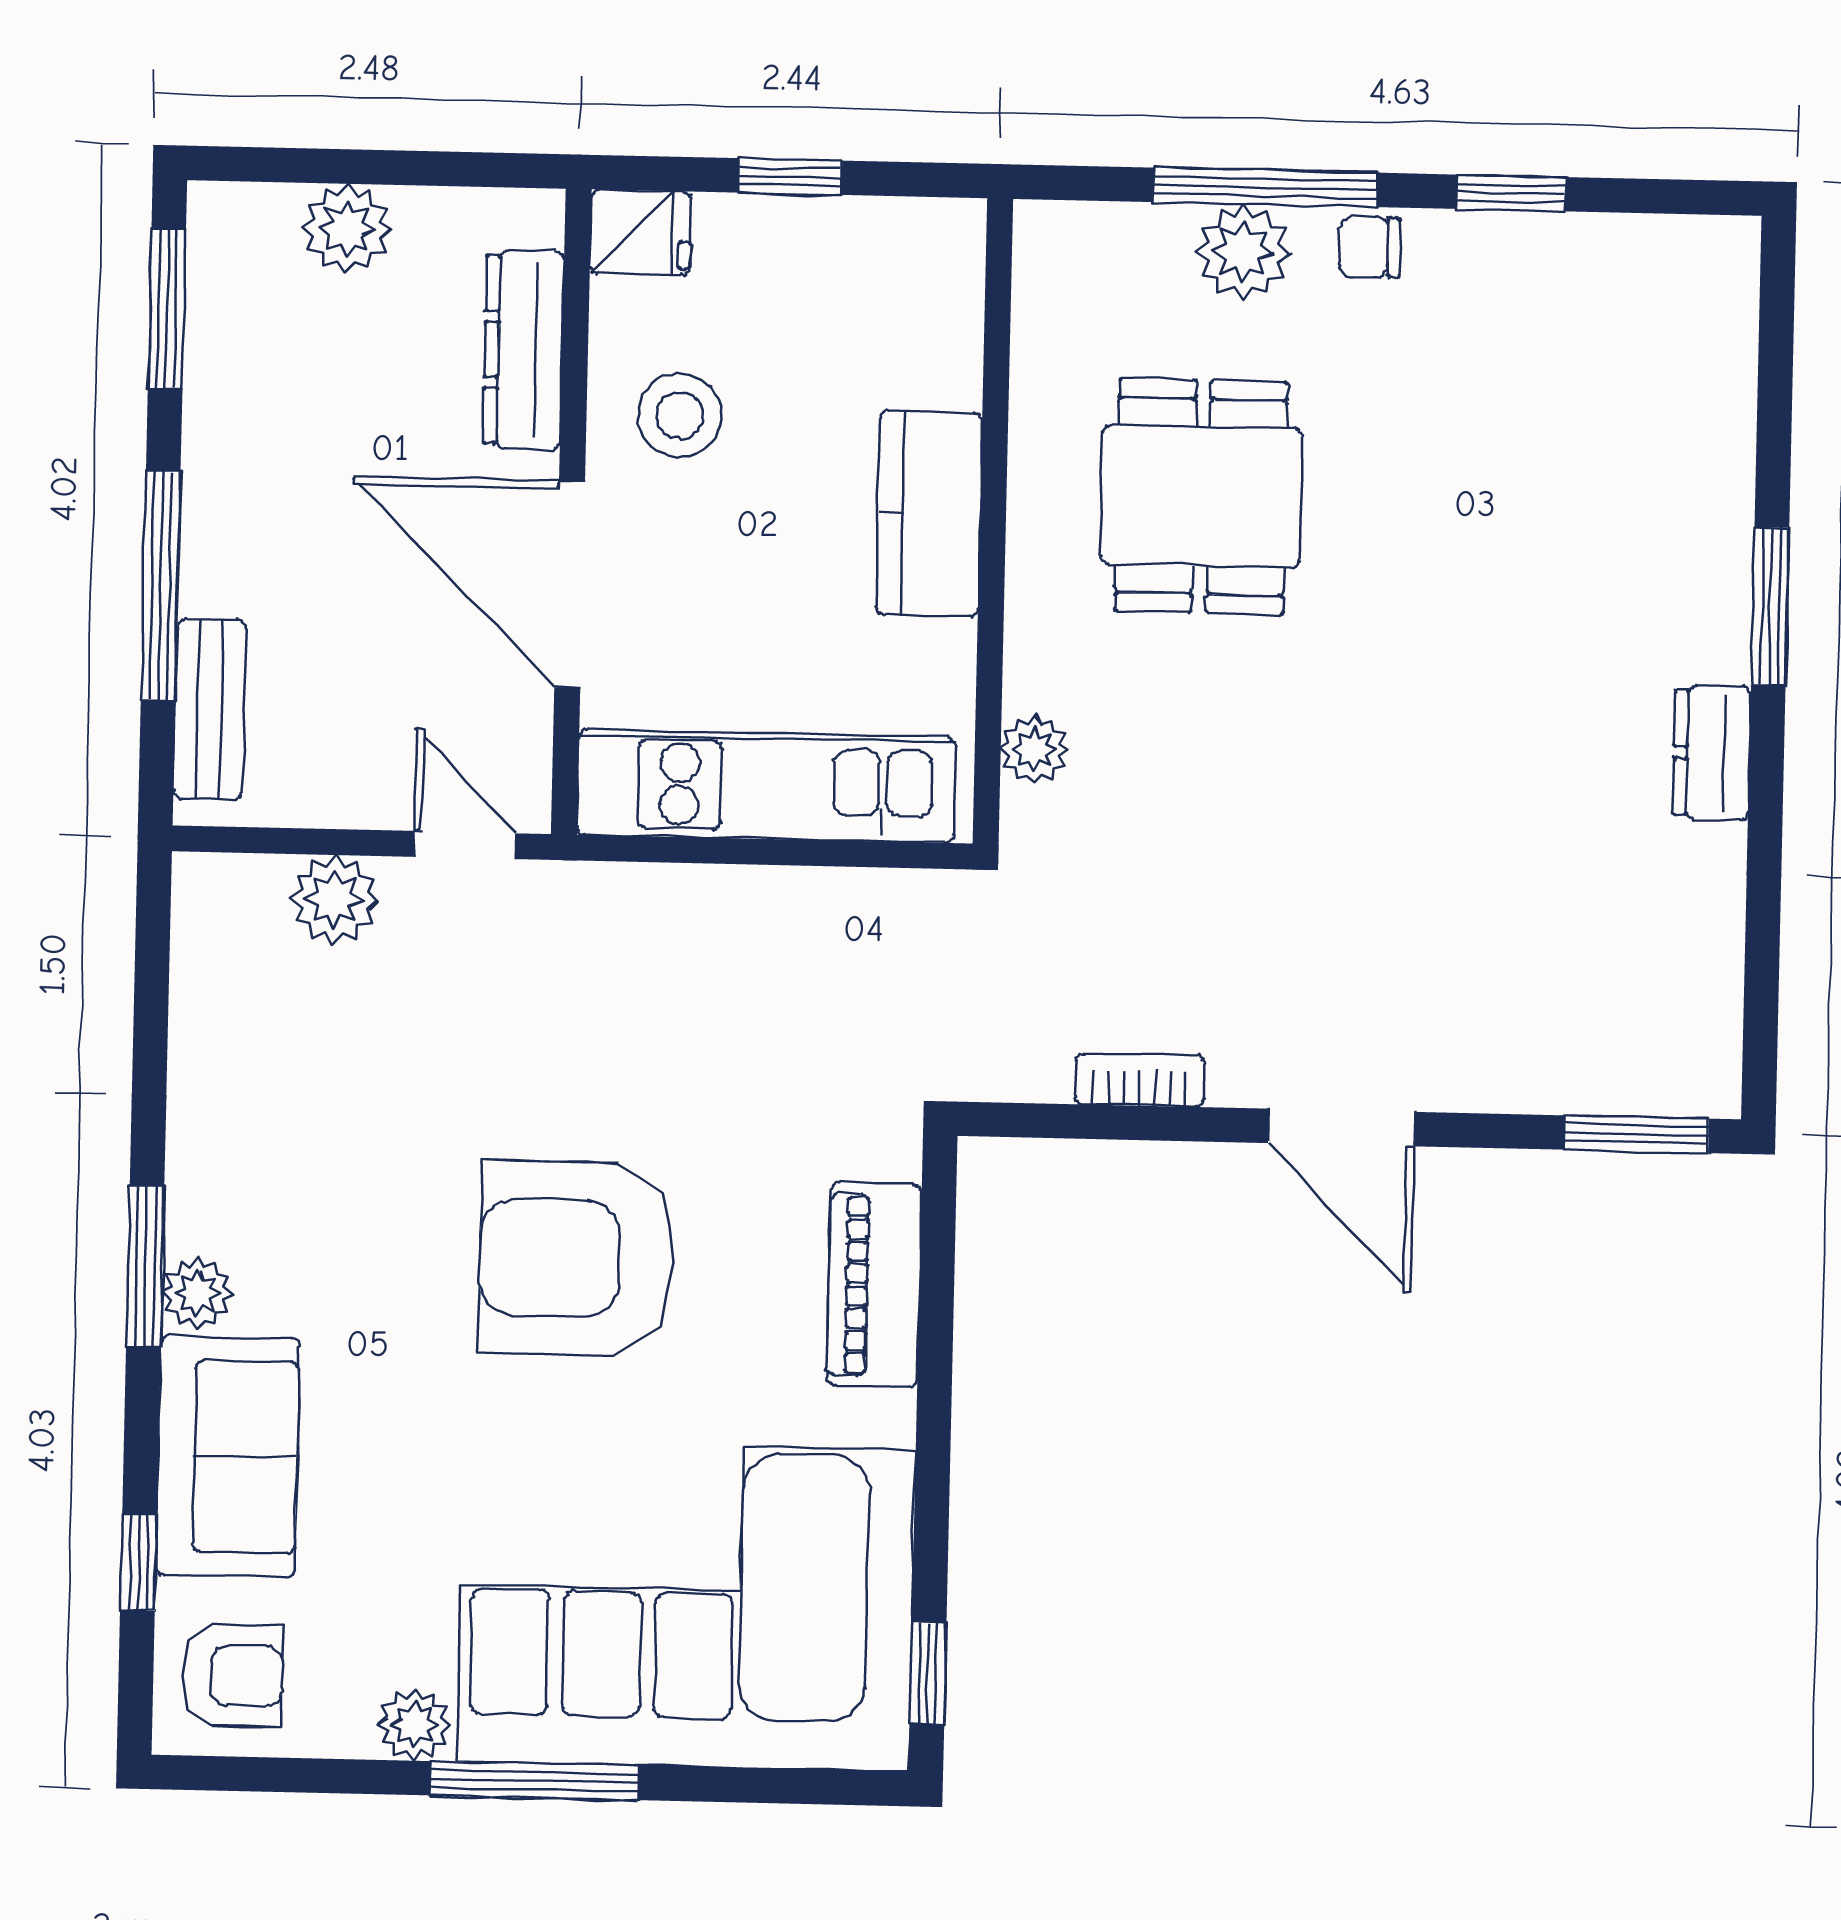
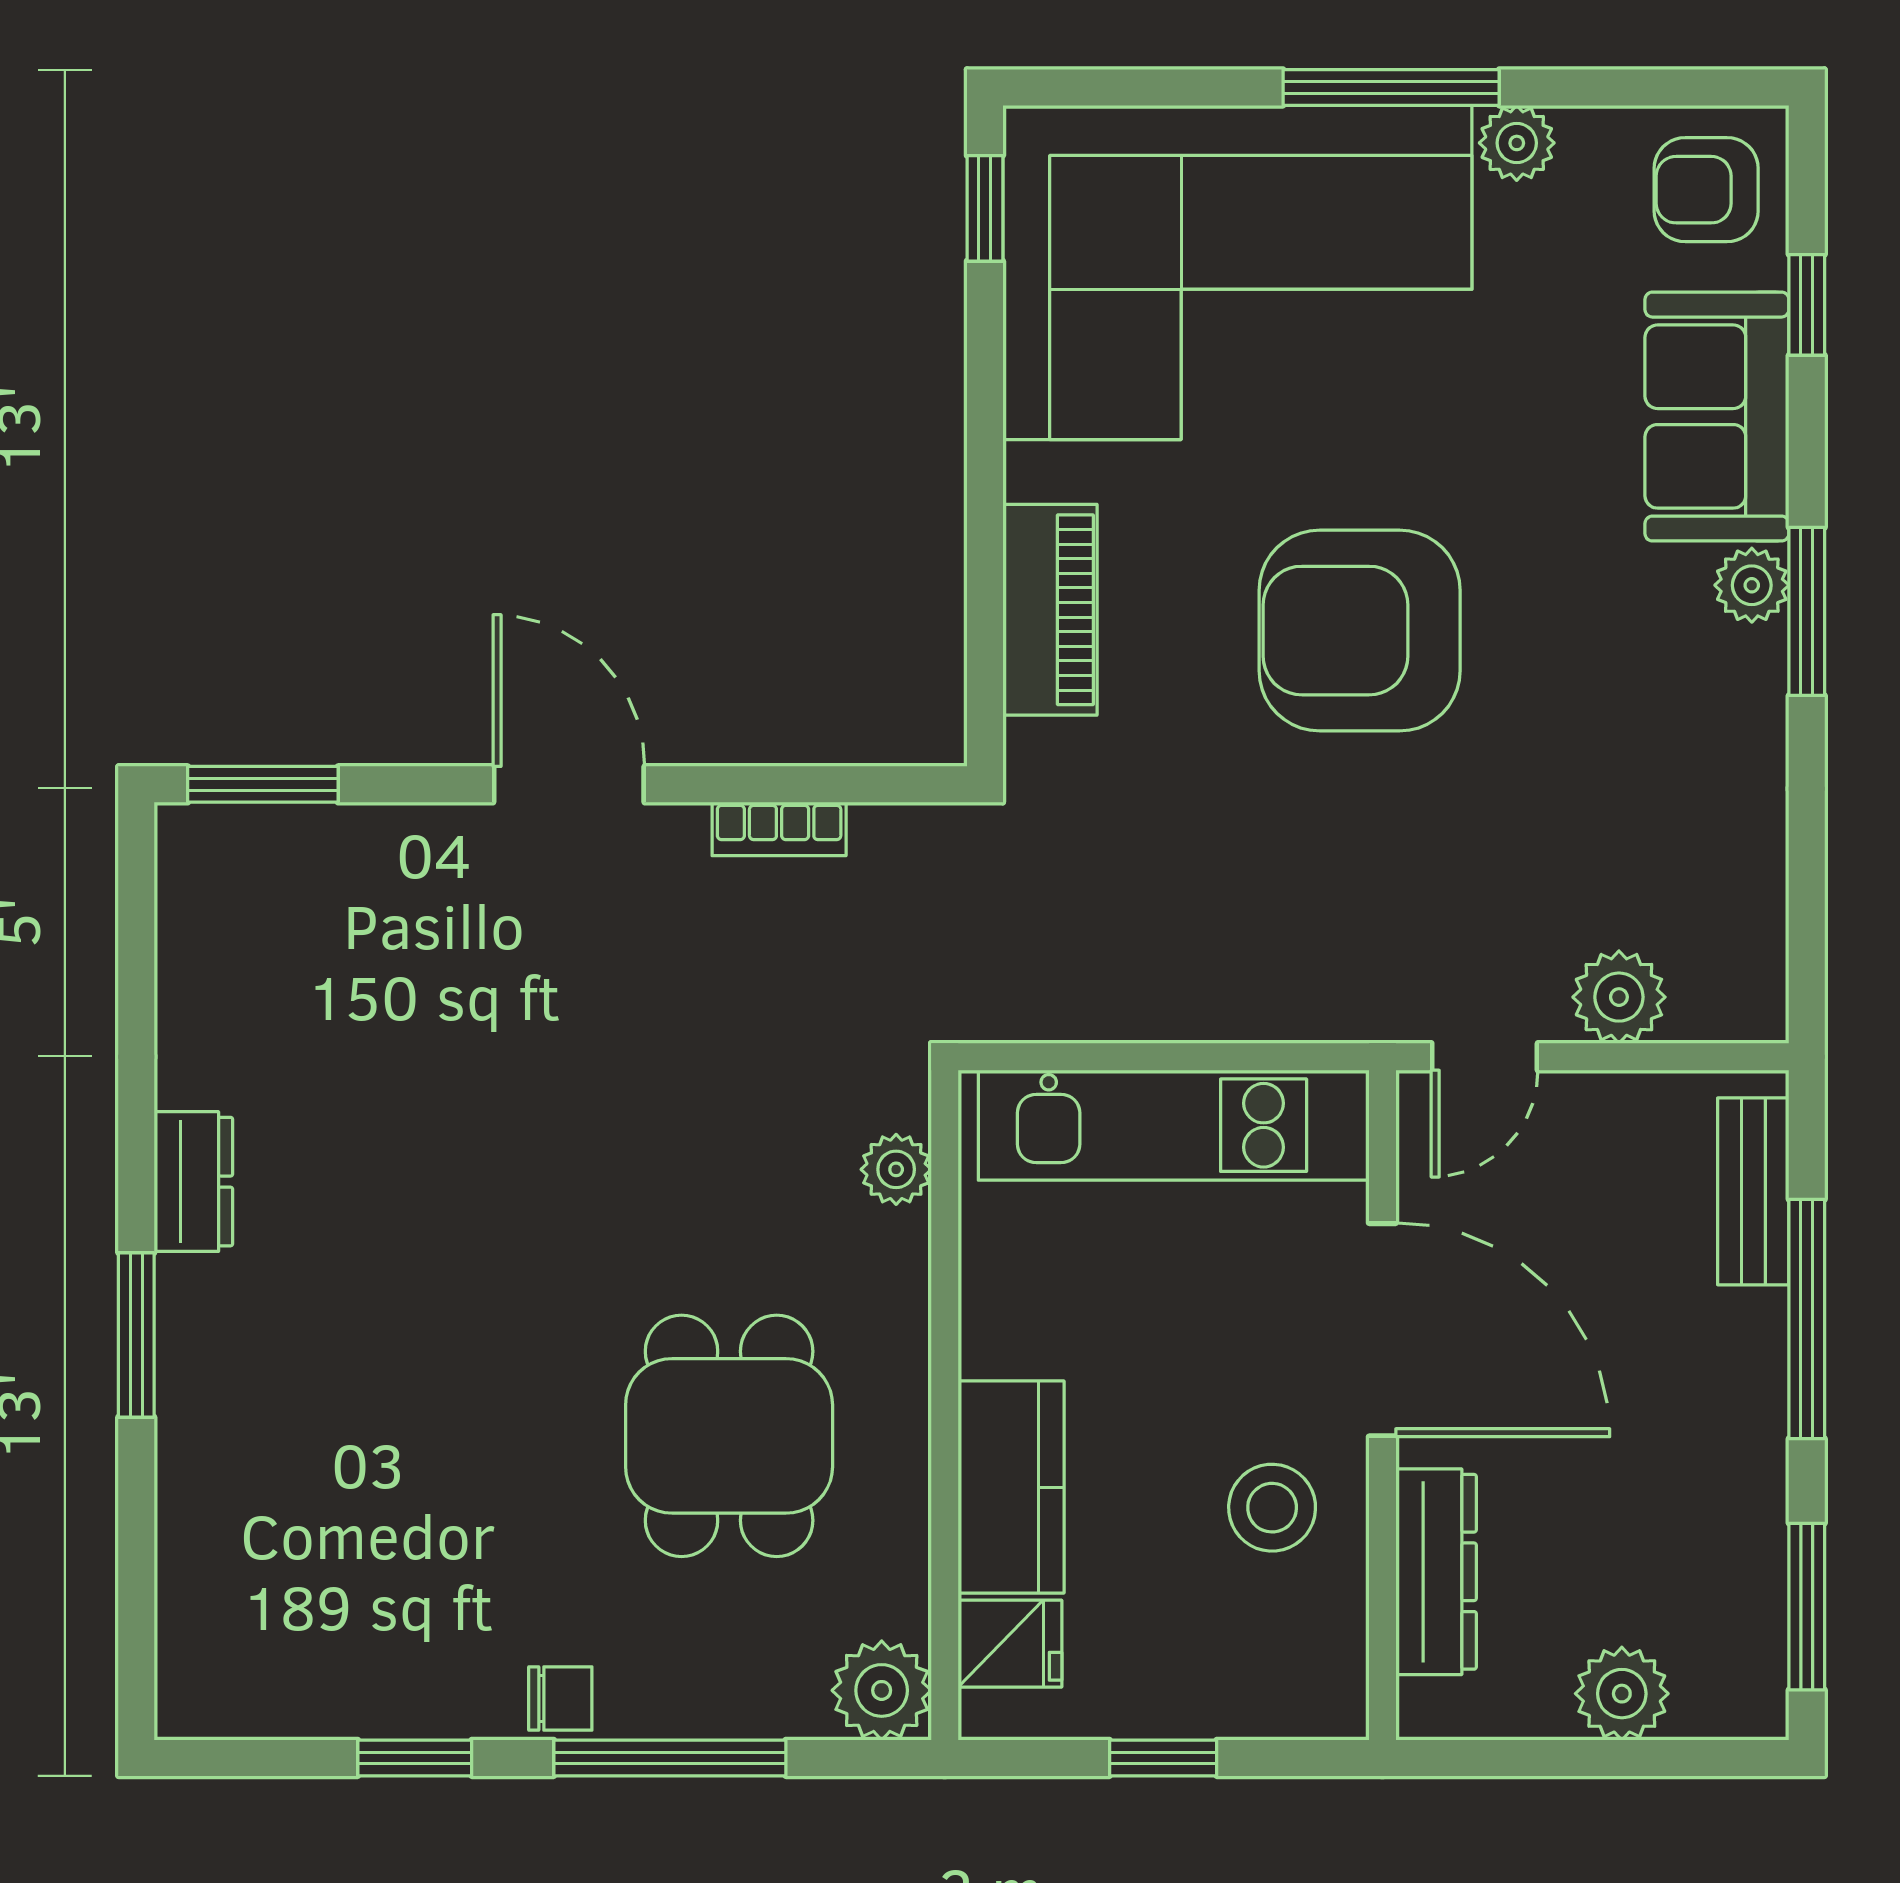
fridge: (640, 232) -> (1010, 1644), moved, turned 180
plant: (1243, 252) -> (882, 1690), moved
kitchen counter: (929, 513) -> (1011, 1487), moved
door: (465, 845) -> (1485, 1057), hinge flipped
armchair: (576, 1258) -> (1360, 631), turned 180

